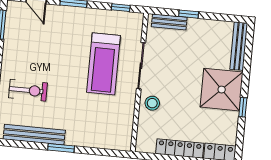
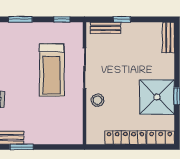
bench: (239, 46) -> (168, 37), width x0.73
shower: (222, 90) -> (157, 97), moved

